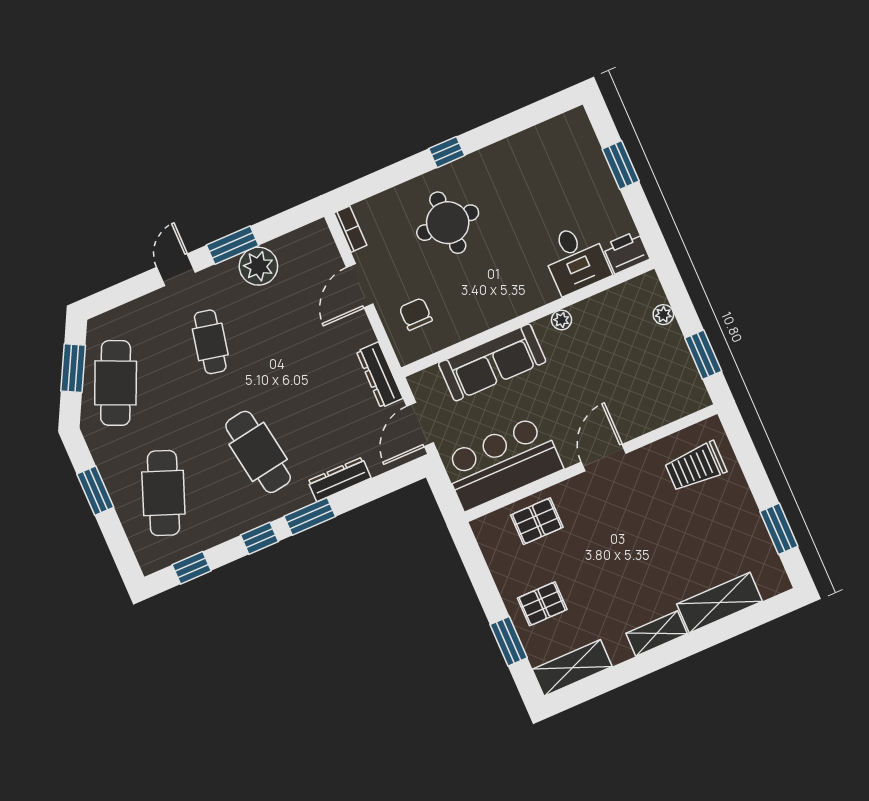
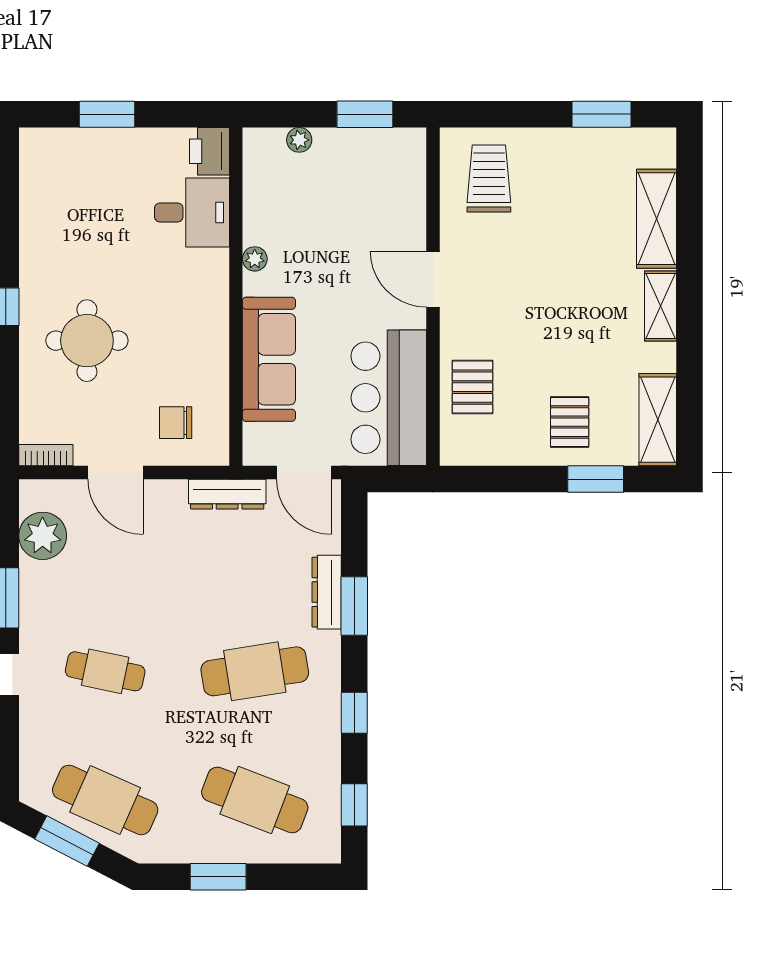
plant: (258, 266) -> (43, 536), moved
trolley: (696, 467) -> (489, 179), turned 180
window: (310, 516) -> (354, 606), moved

